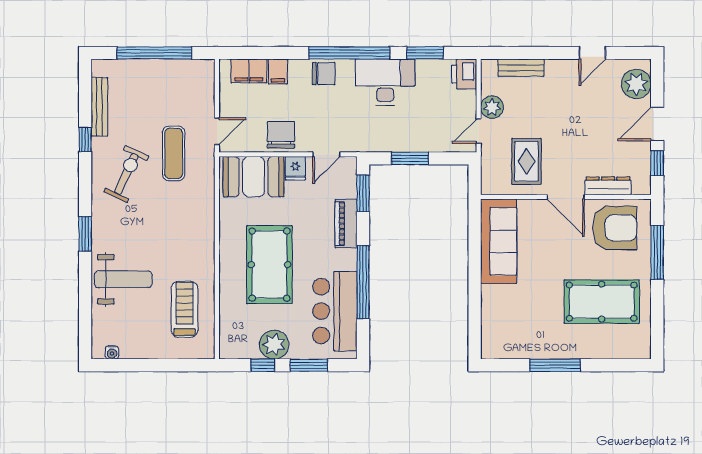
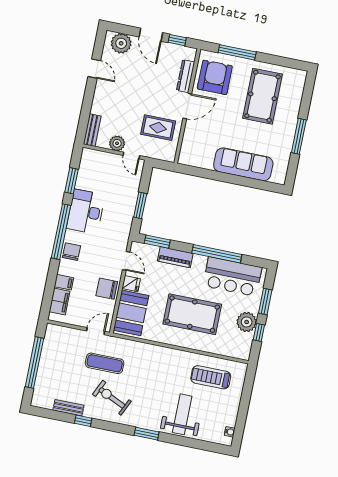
bench: (521, 68) -> (92, 130), moved
printer: (464, 74) -> (91, 157), removed
bench: (99, 107) -> (68, 408), width x0.73
door: (217, 131) -> (96, 331), hinge flipped
sofa: (499, 241) -> (243, 164), moved

